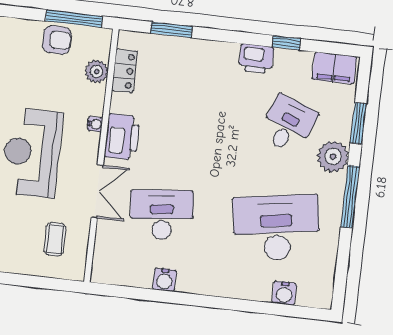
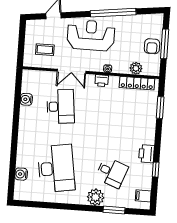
window: (74, 19) -> (165, 44), moved
filing cabinet: (334, 68) -> (143, 196), width x0.50
locker: (124, 71) -> (137, 83), width x1.53
printer: (122, 137) -> (102, 81), width x0.53, depth x0.68
window: (350, 197) -> (74, 207), removed
water cooler: (164, 280) -> (26, 99), moved

